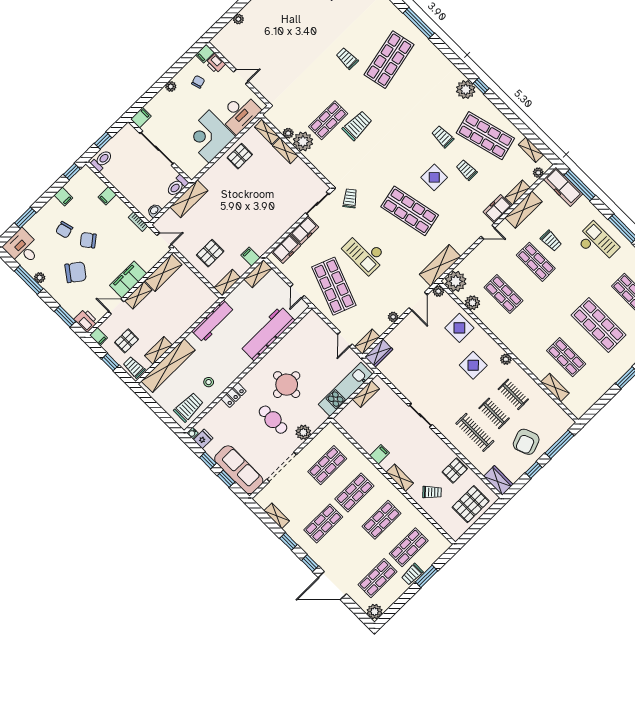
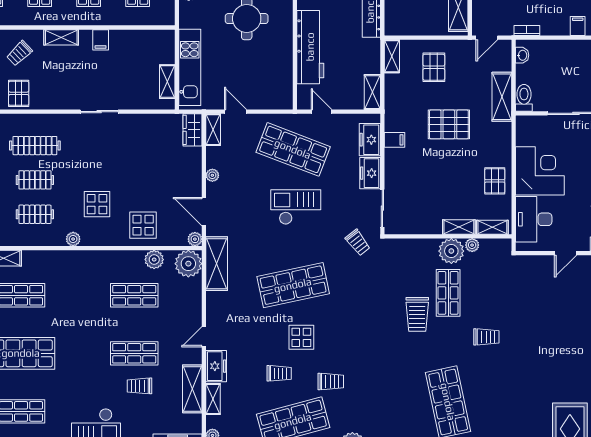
trolley: (347, 58) -> (486, 337), moved
pallet: (234, 213) -> (449, 124), added
filing cabinet: (250, 257) -> (395, 140), moved

